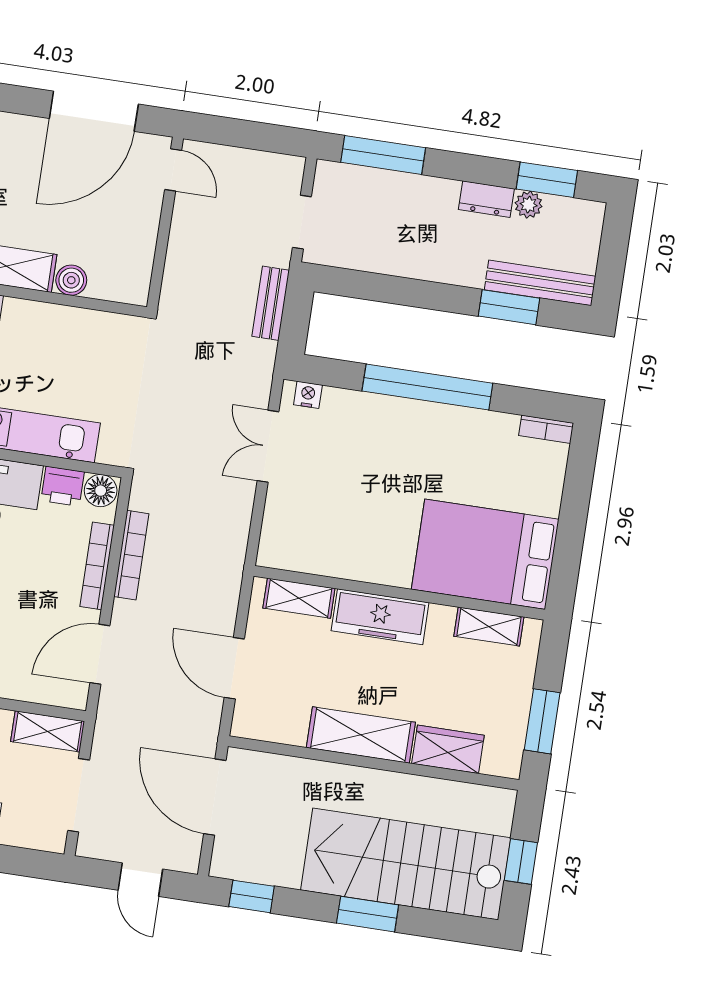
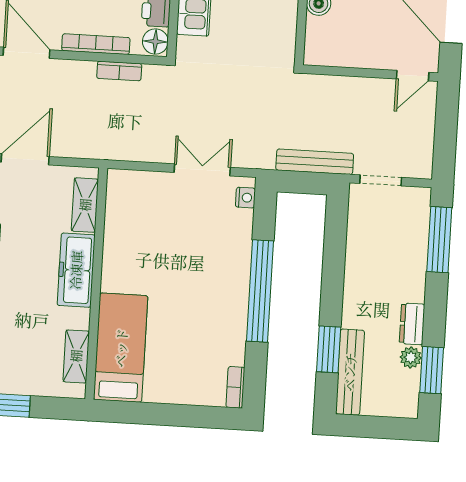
bench: (271, 303) -> (315, 162), width x1.36
bed: (485, 554) -> (121, 348), width x0.67
bookcase: (131, 555) -> (119, 71), width x0.64

